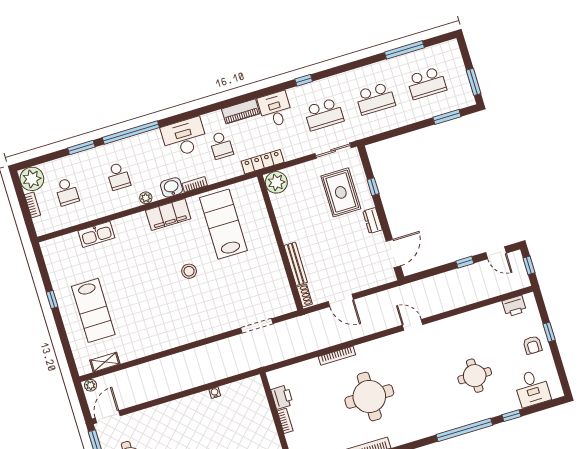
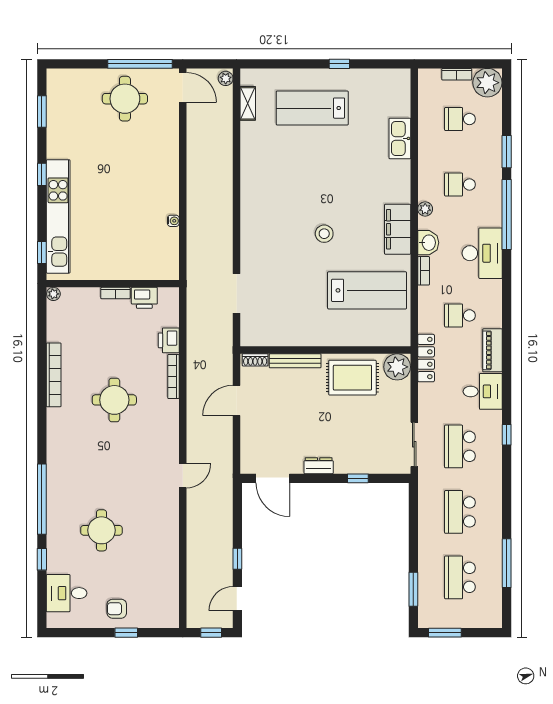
desk: (184, 137) -> (482, 253), moved
rug: (341, 192) -> (352, 378), moved
printer: (514, 306) -> (169, 340), moved
round table: (369, 396) -> (114, 400), width x0.73, depth x0.73

